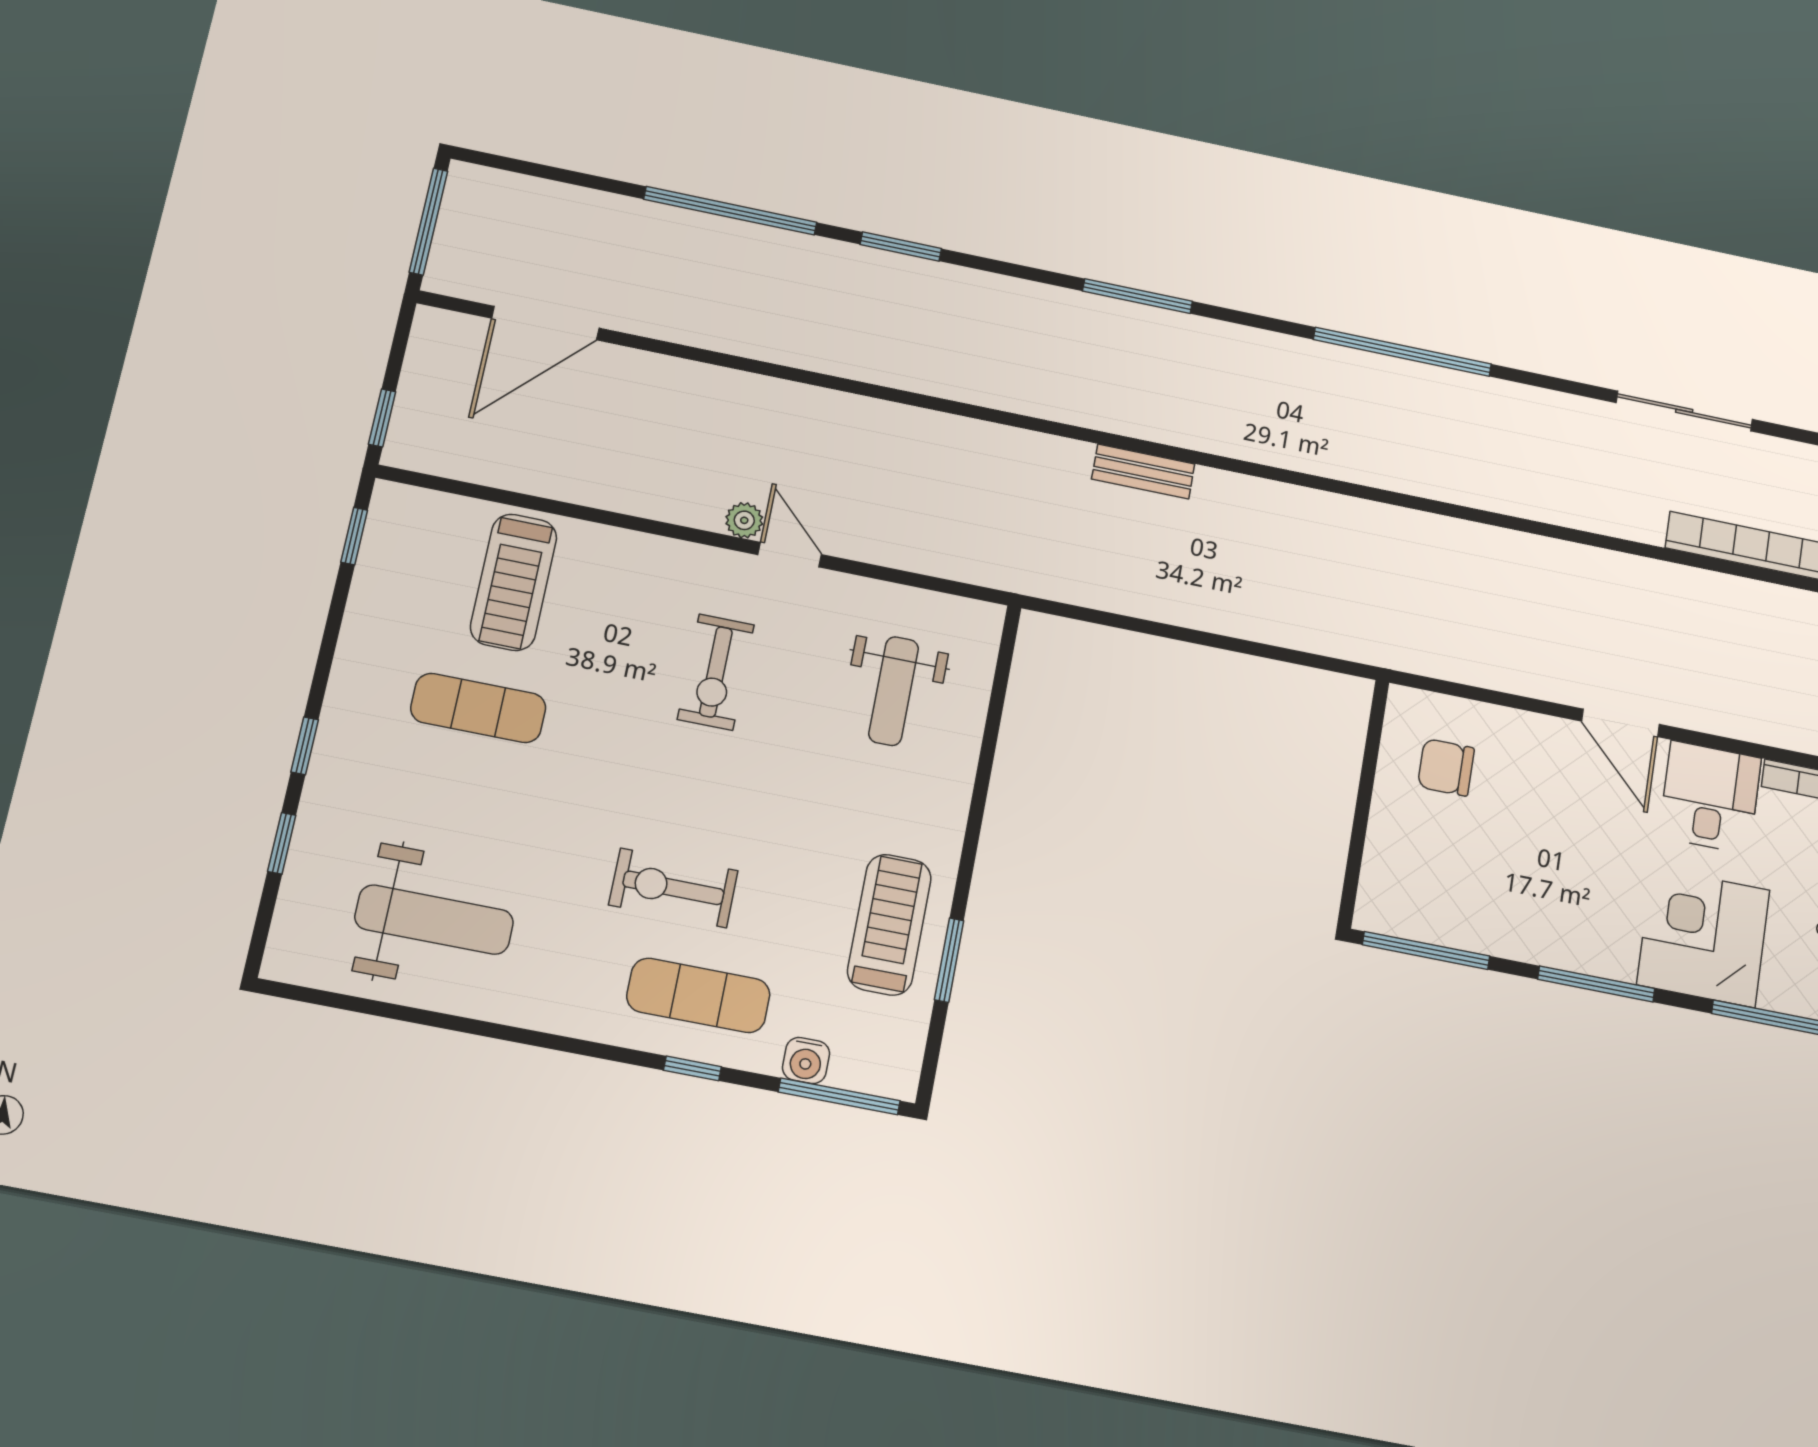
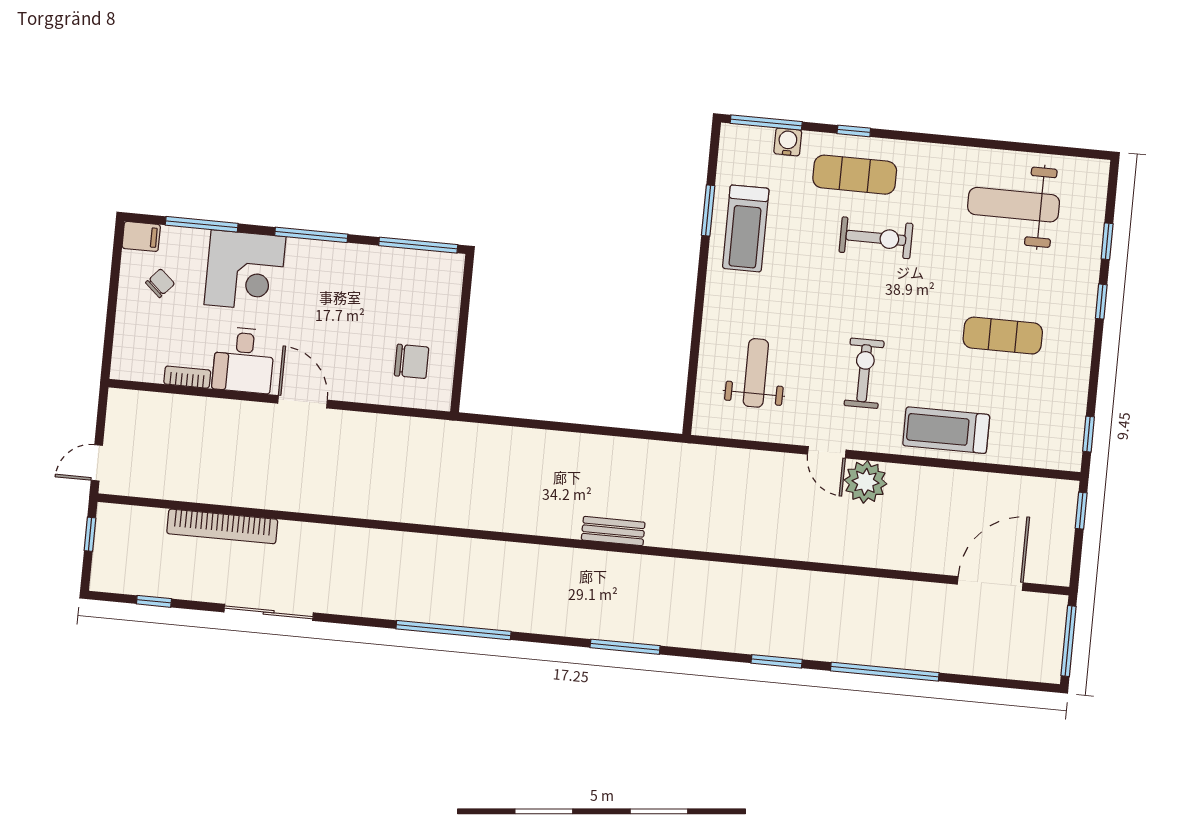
plant: (744, 520) -> (865, 482), width x1.88, depth x1.88
treadmill: (514, 582) -> (946, 430), moved, turned -90

